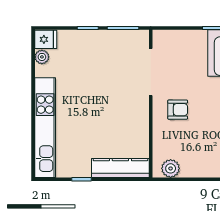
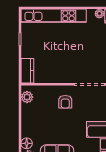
kitchen counter: (120, 168) -> (27, 71), width x0.67

